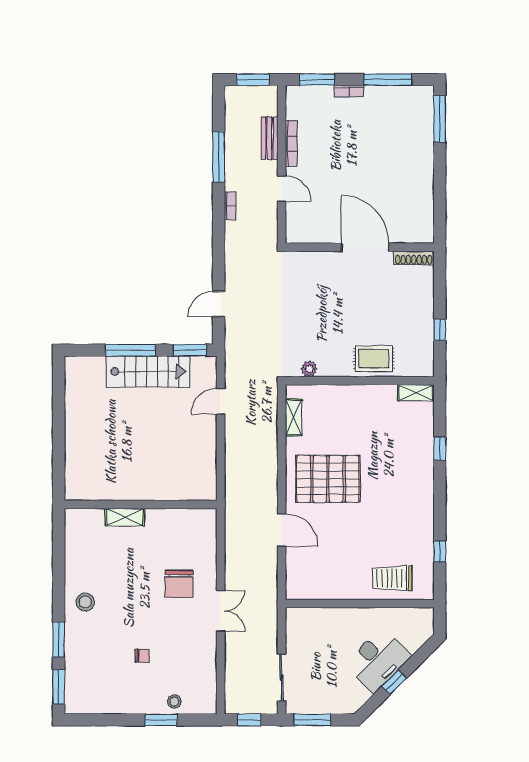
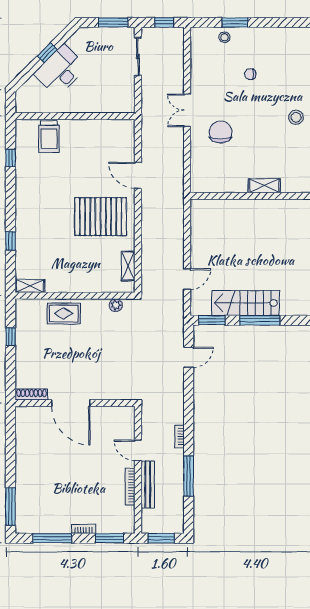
bench: (270, 138) -> (148, 485), width x1.36
trolley: (392, 578) -> (49, 137), turned 90

